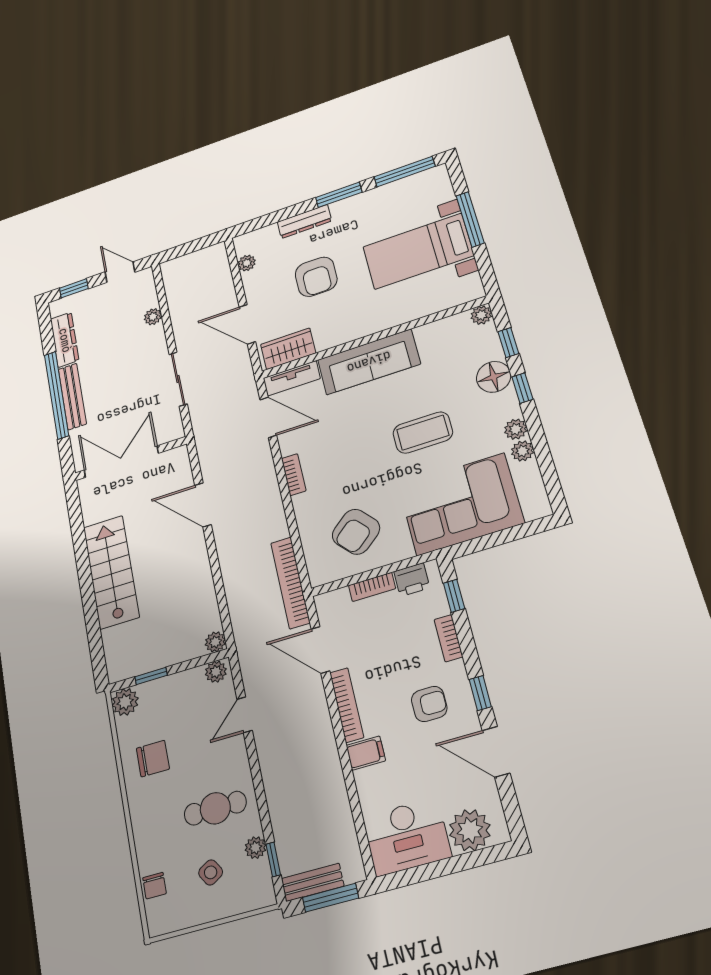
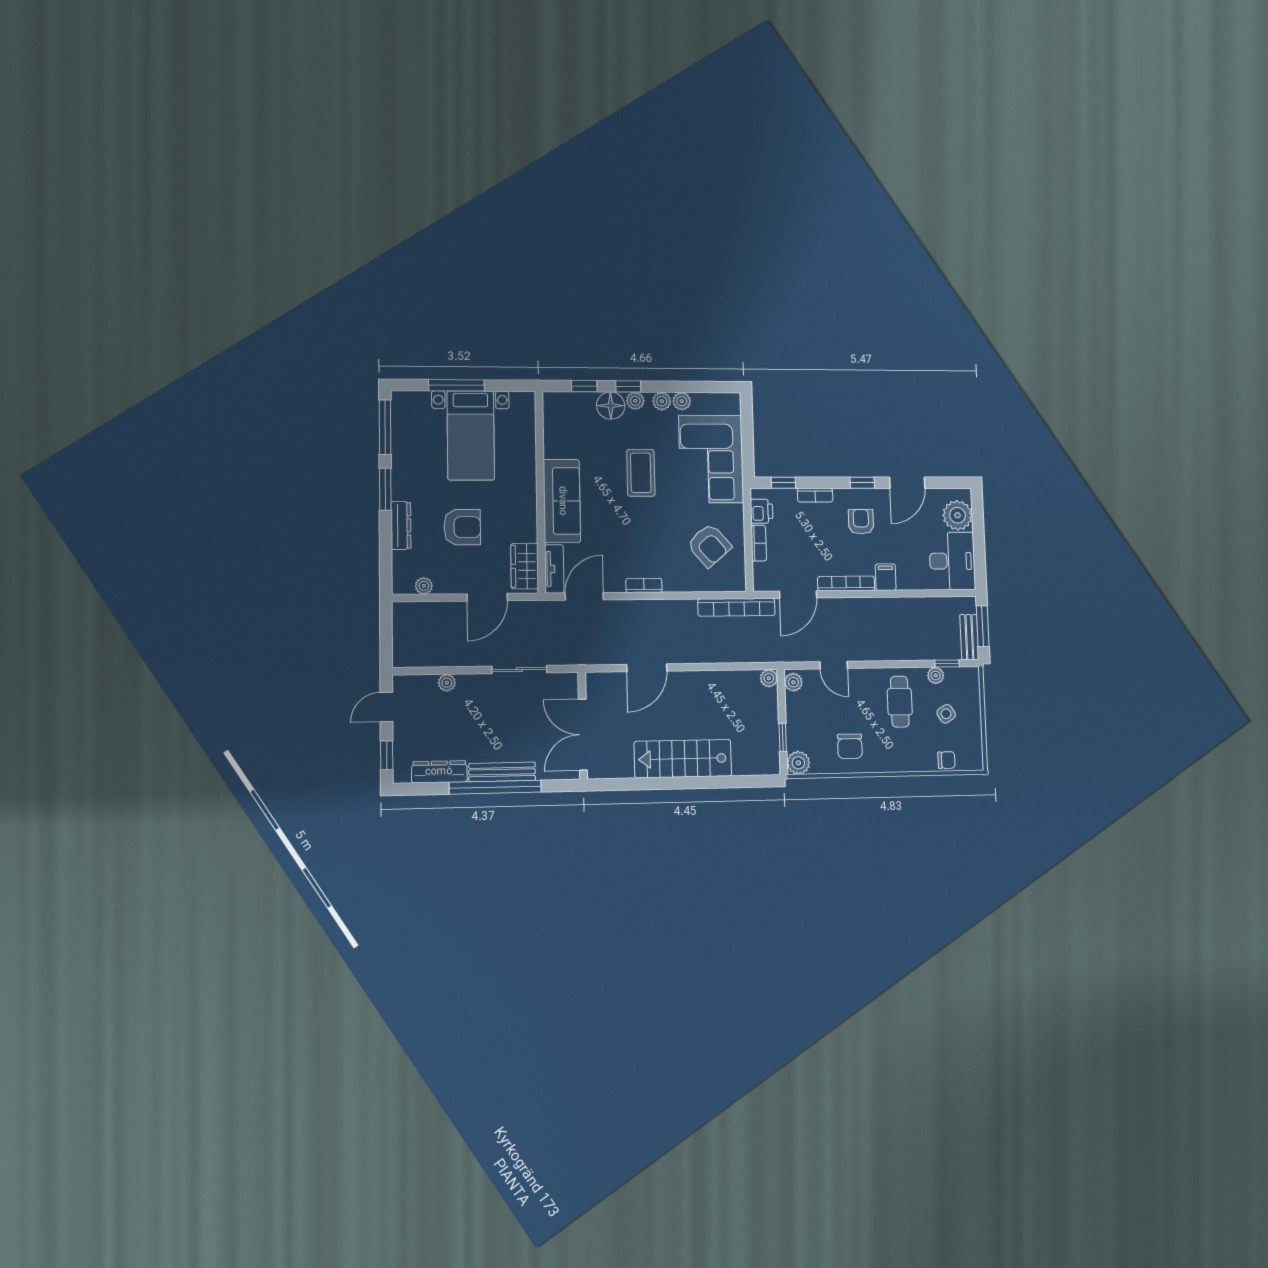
plant: (481, 315) -> (635, 401), moved
chair: (153, 759) -> (850, 746), turned 180

